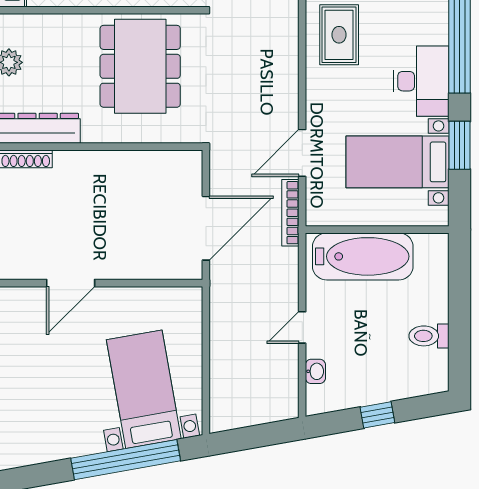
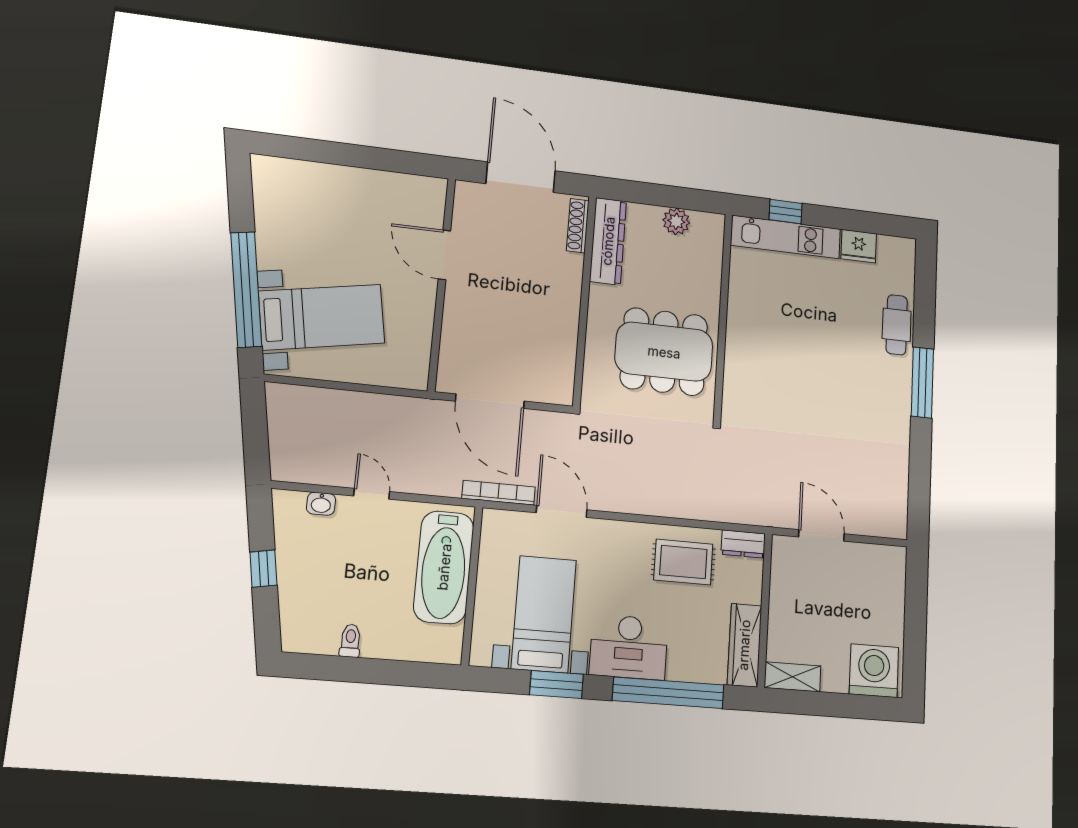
toilet: (429, 336) -> (350, 641), width x0.73, depth x0.72

